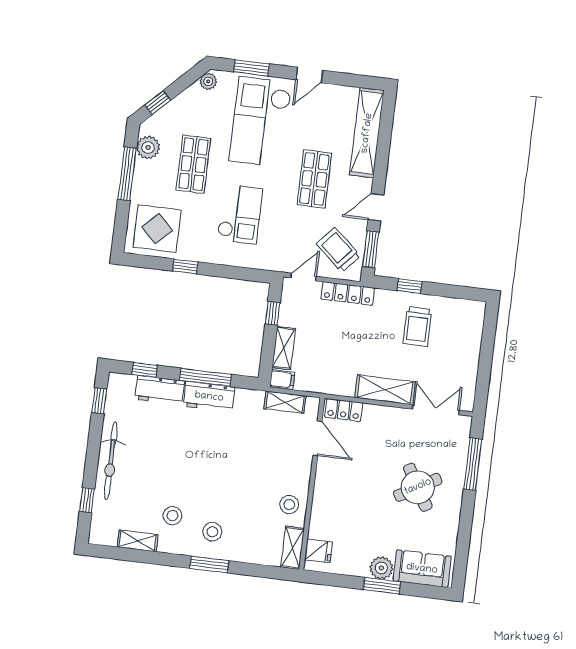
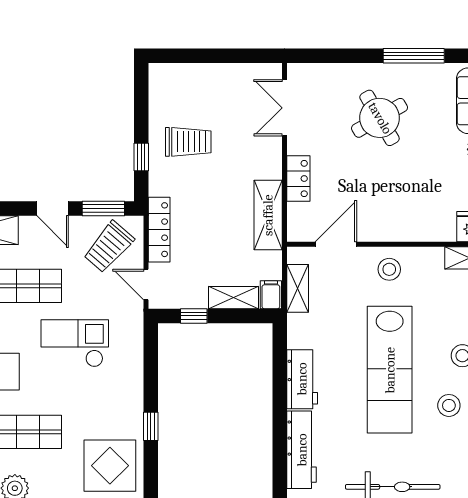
checkout: (240, 214) -> (75, 343), moved
window: (145, 370) -> (280, 460), removed
window: (205, 377) -> (280, 386), removed
workbench: (160, 390) -> (302, 450), width x1.38
shelving: (385, 390) -> (268, 215), moved
locker: (344, 410) -> (298, 179), moved
window: (473, 464) -> (414, 56), moved
lab bench: (208, 470) -> (390, 370), added
stool: (289, 505) -> (389, 269), moved

